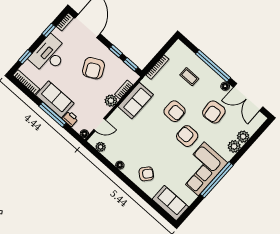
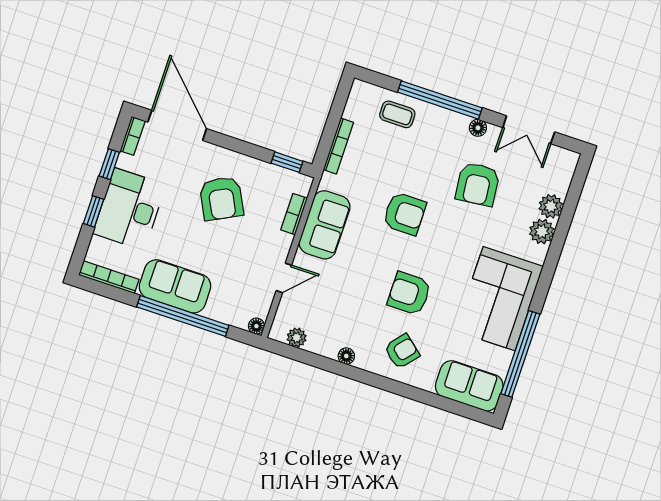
window: (116, 51) -> (249, 149), removed
window: (25, 57) -> (93, 211), moved
coffee table: (189, 77) -> (397, 114), moved
double door: (248, 97) -> (529, 130), width x0.73
plant: (111, 101) -> (279, 244), removed
window: (53, 115) -> (183, 316), width x1.46
printer: (70, 119) -> (219, 310), removed
door: (100, 125) -> (284, 278), moved
armchair: (187, 136) -> (409, 293), moved
window: (217, 180) -> (520, 354), moved

